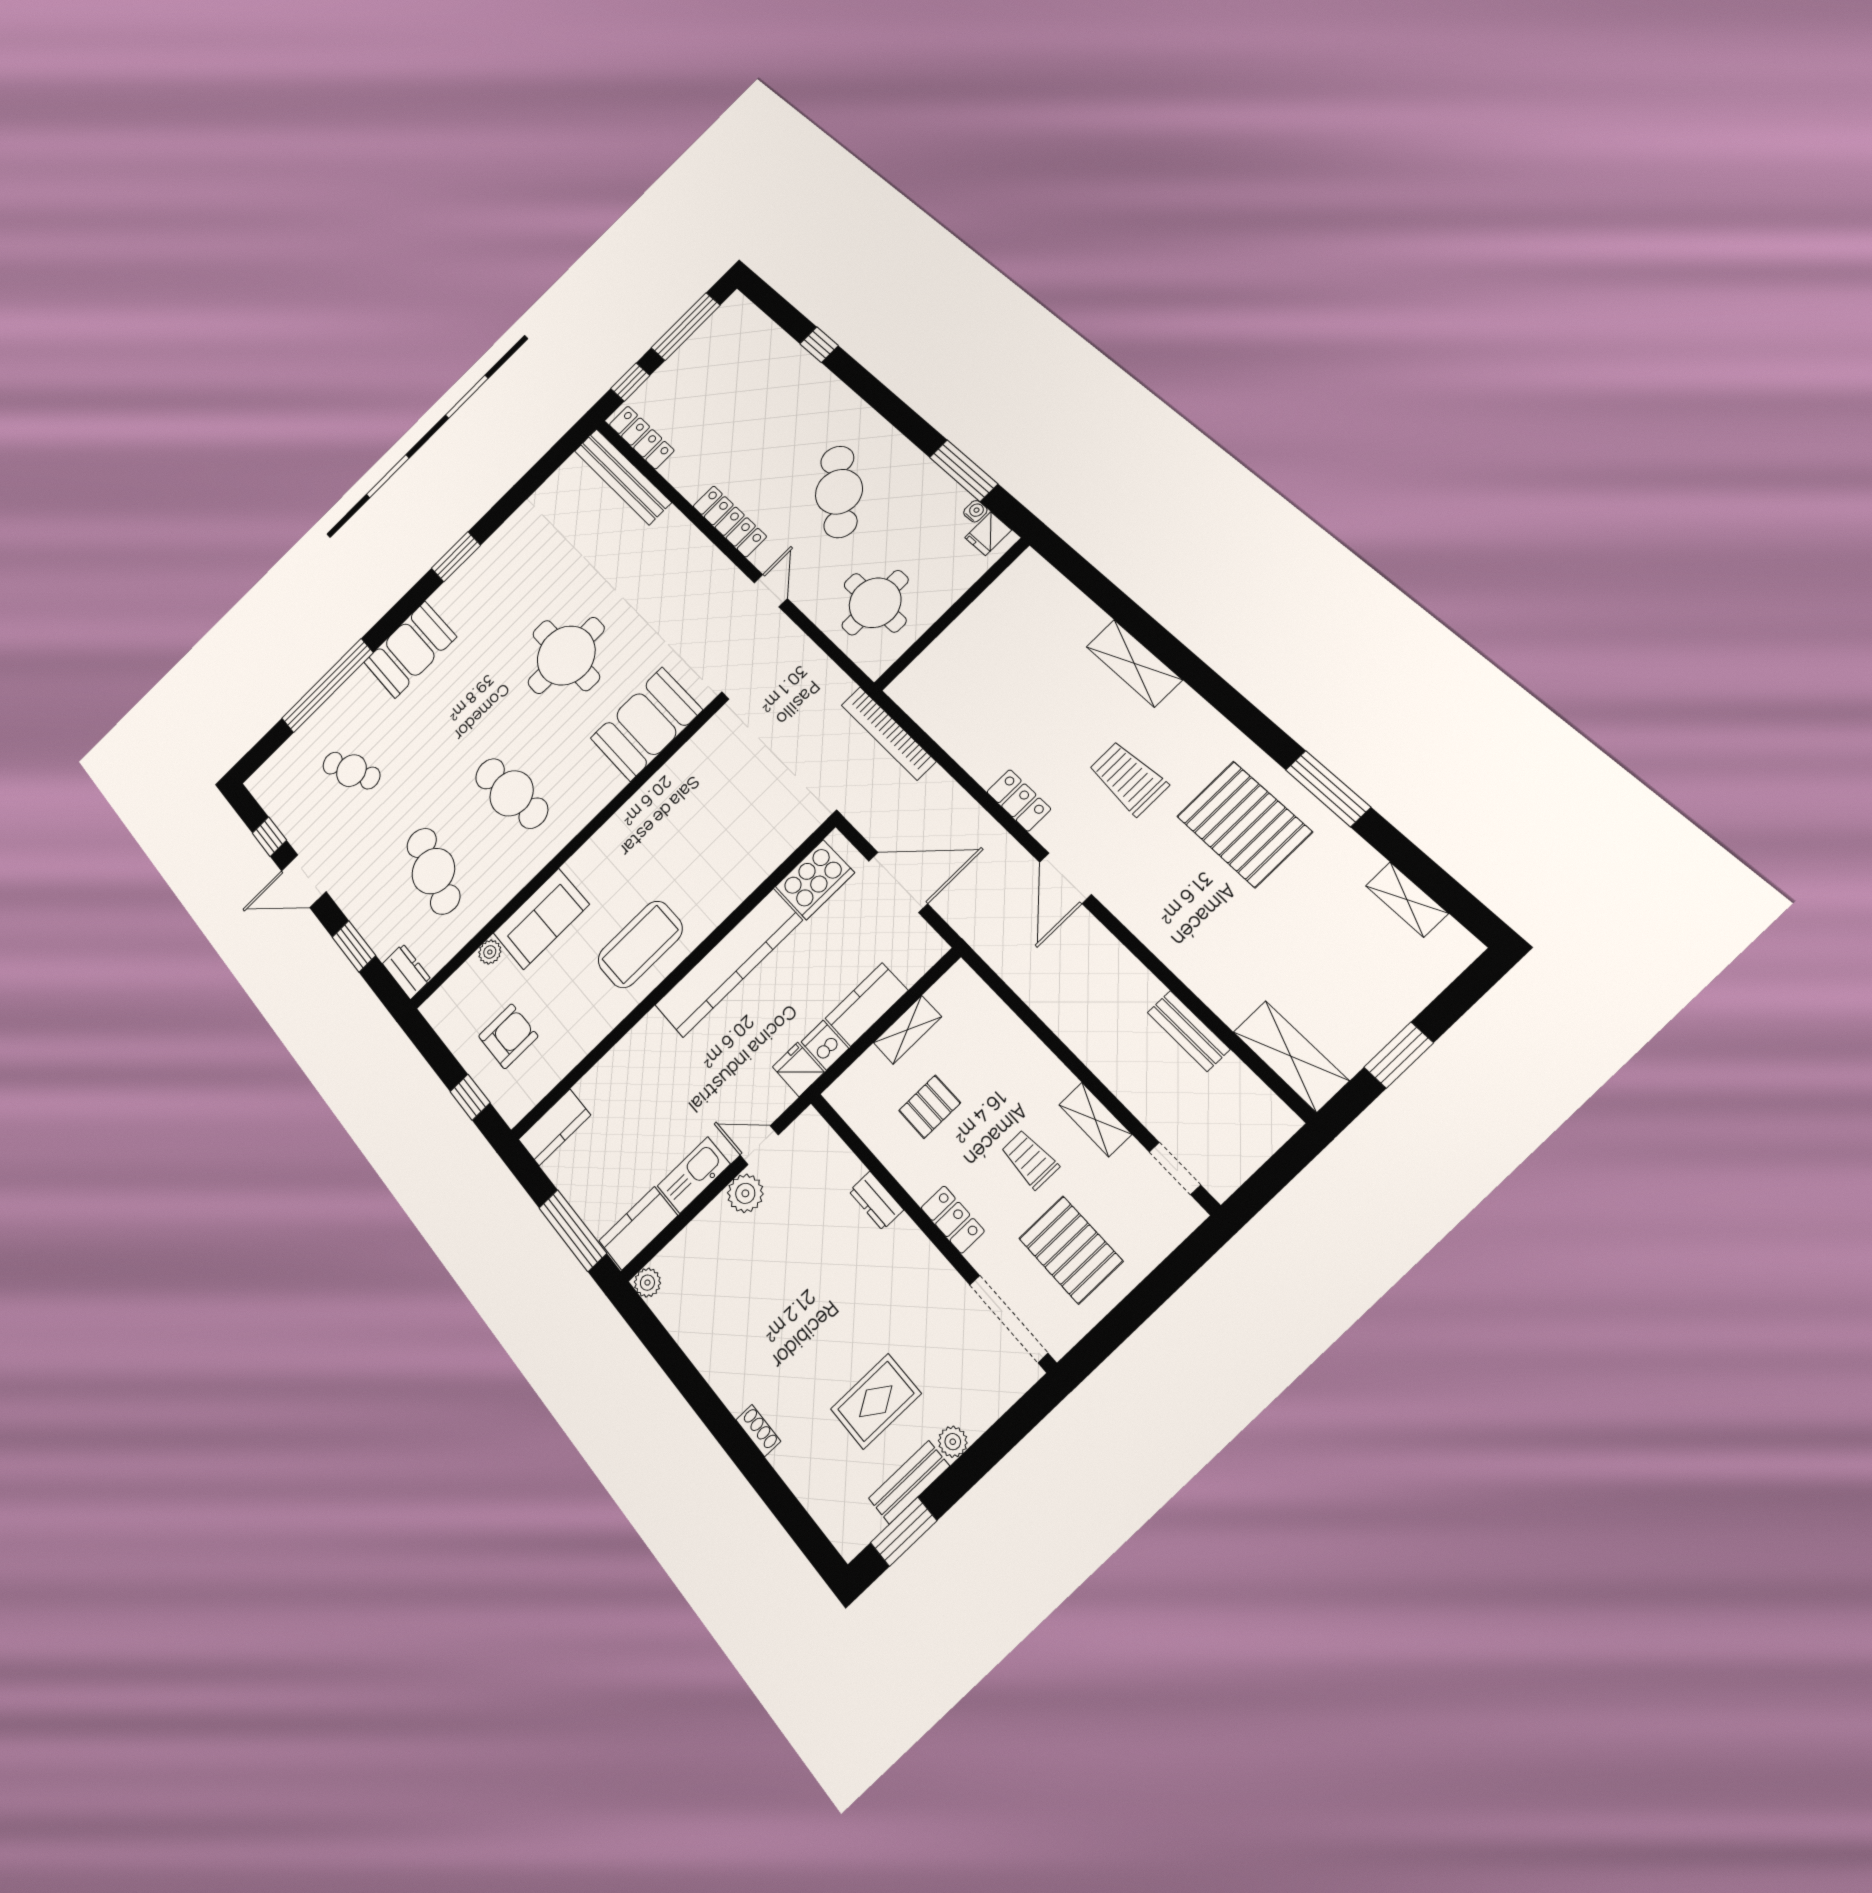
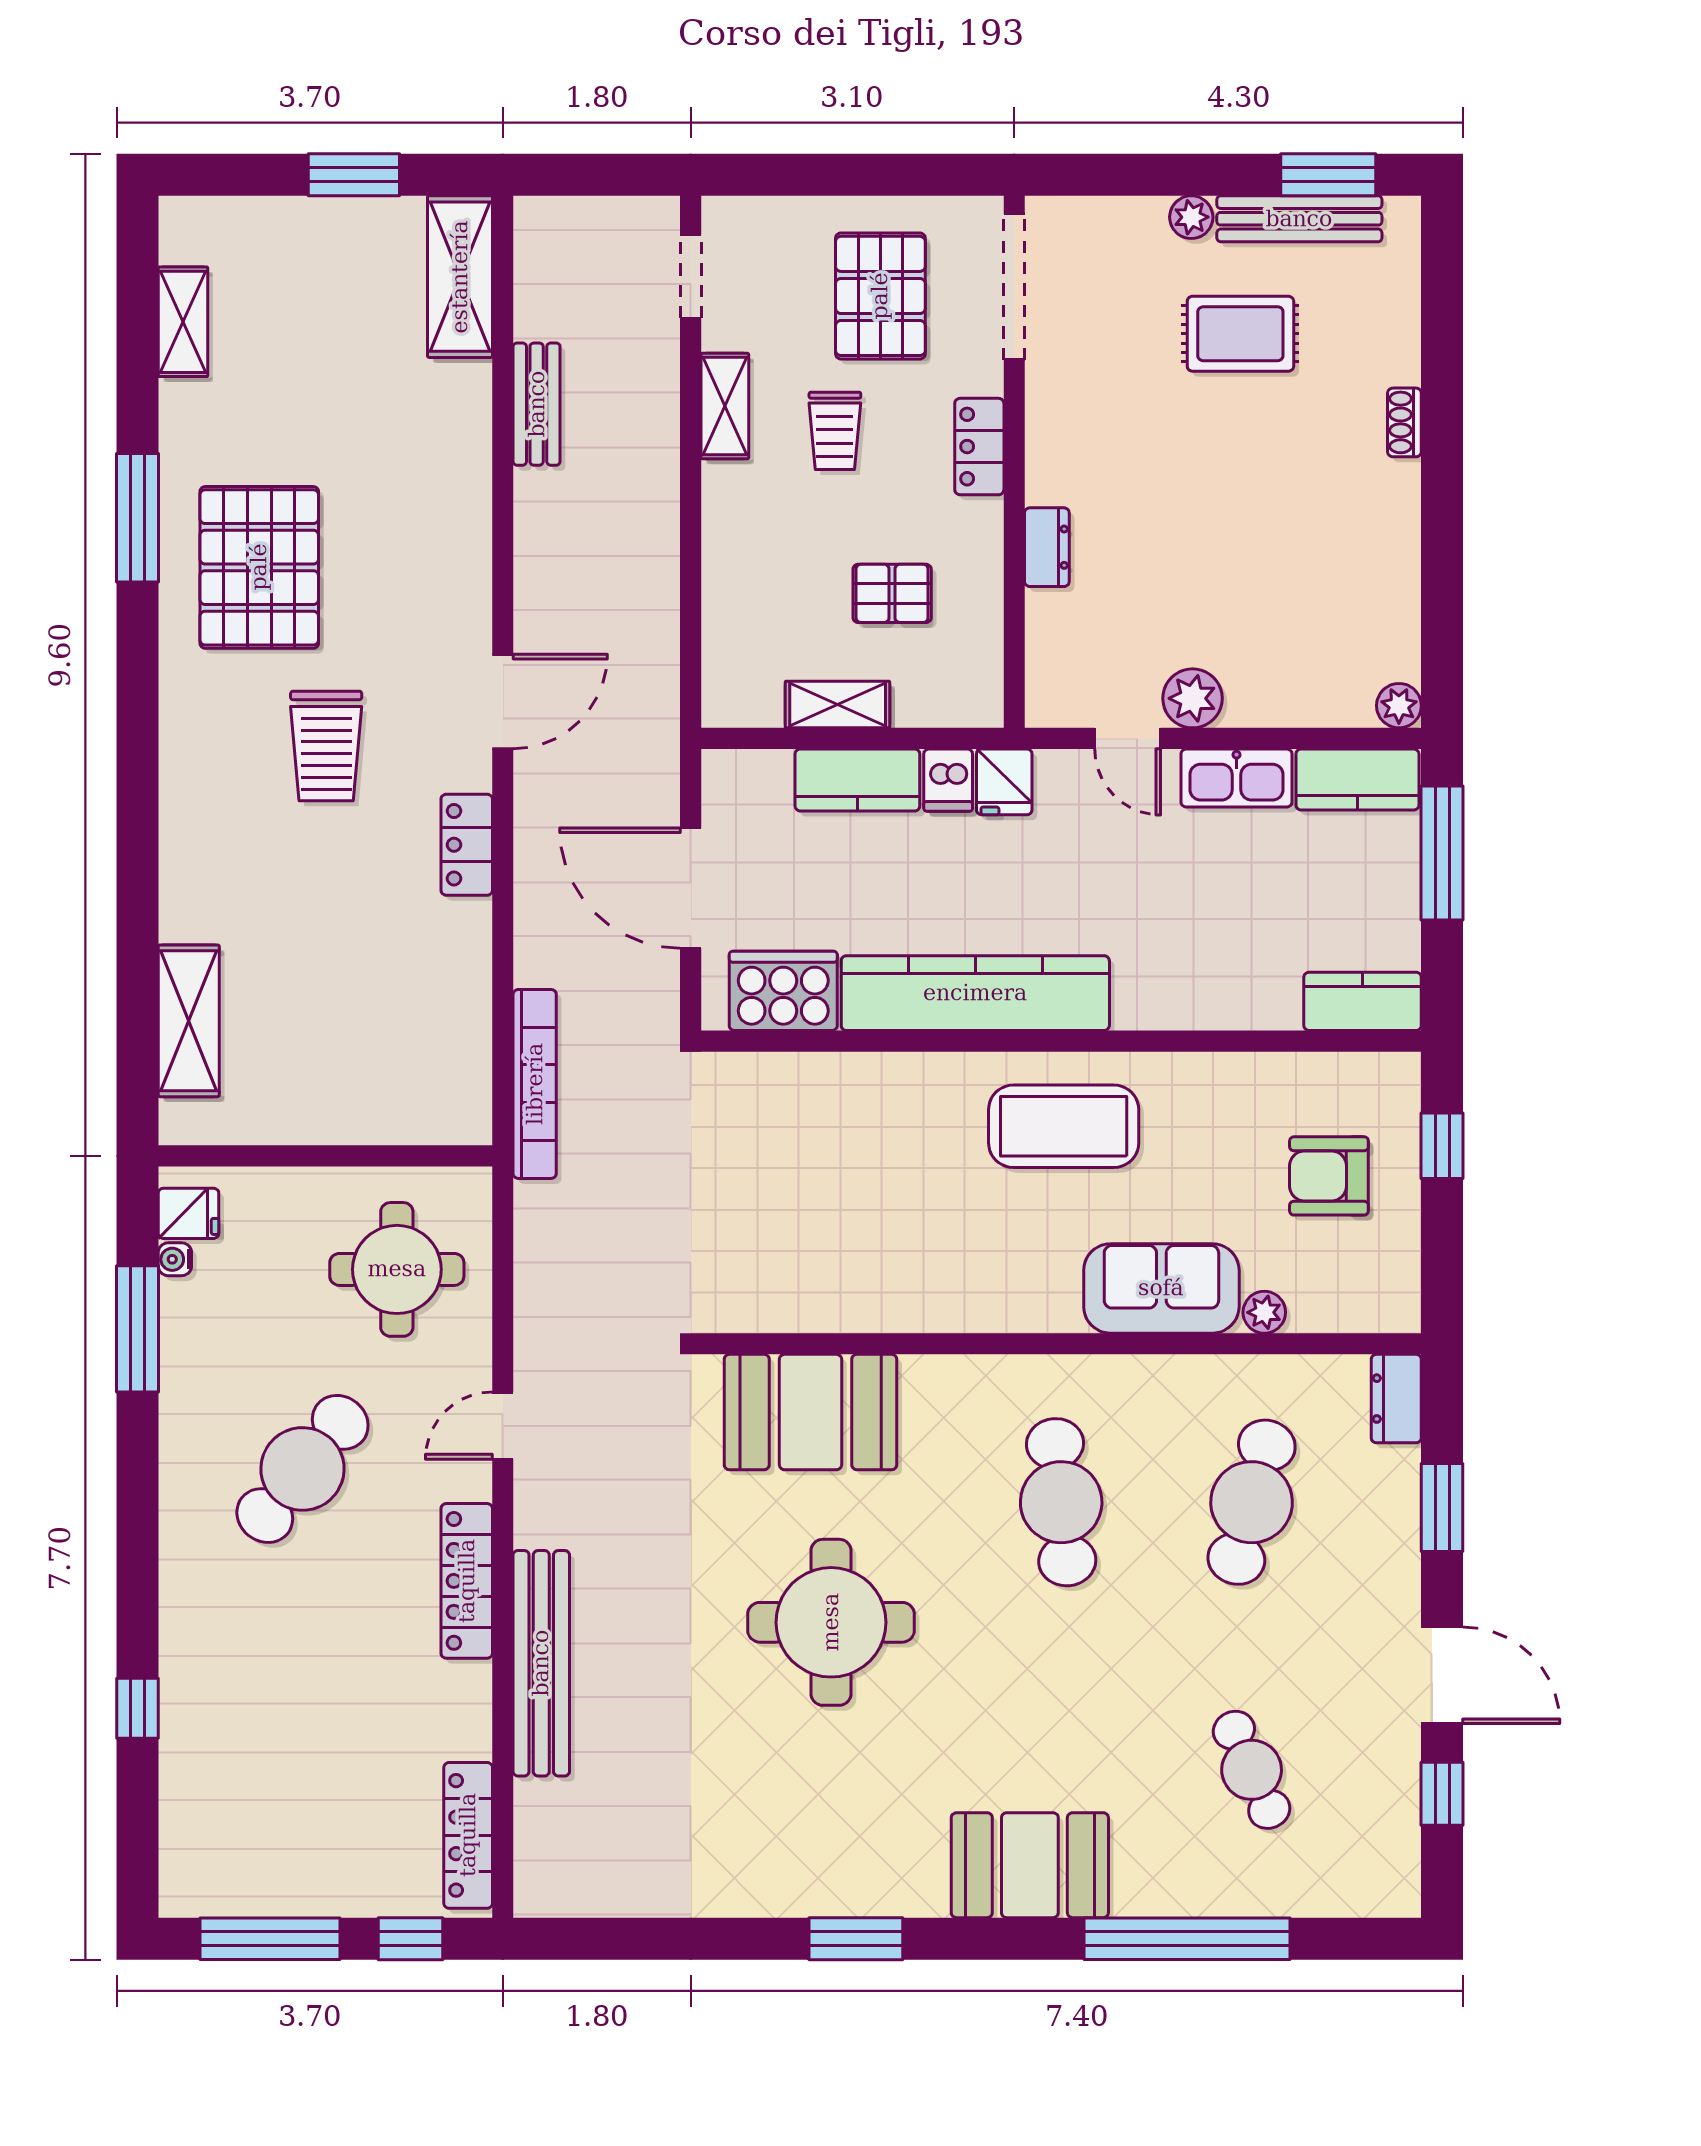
bench: (622, 476) -> (541, 1663), moved
shelving: (1134, 663) -> (189, 1021), moved
bench: (909, 1482) -> (1299, 219), width x1.36

